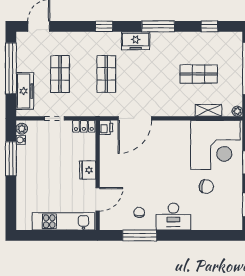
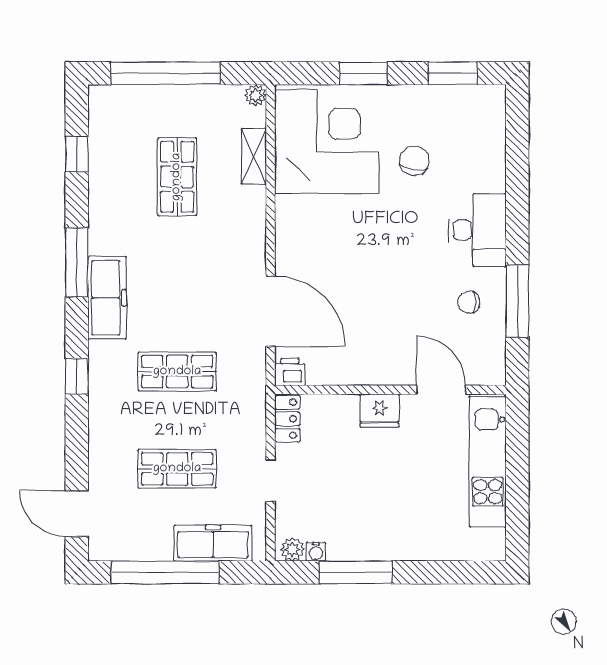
freezer: (136, 41) -> (107, 298), width x1.40

